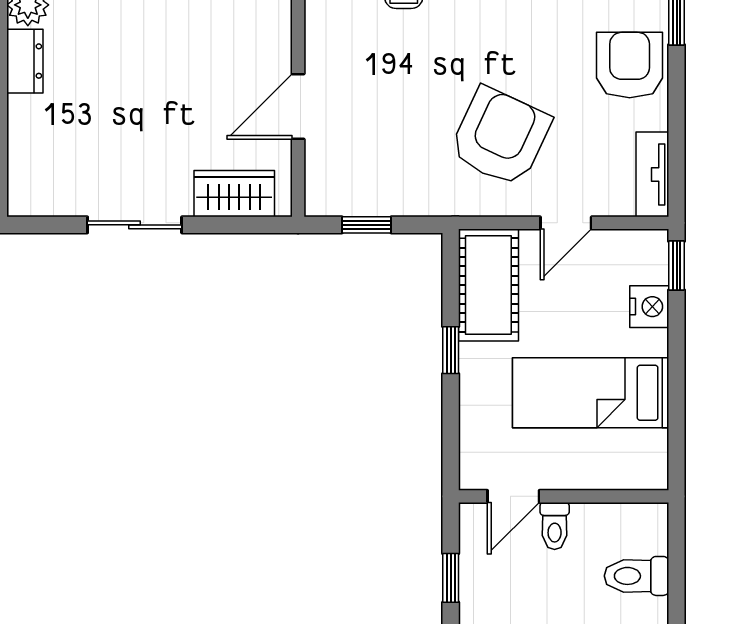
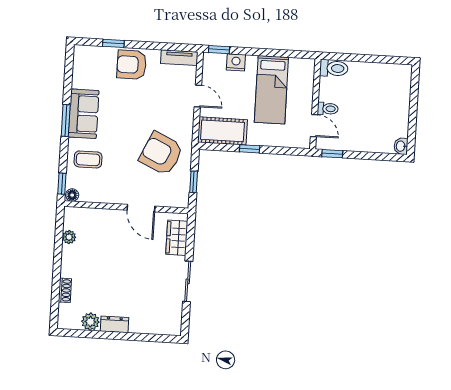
armchair: (500, 137) -> (161, 154), moved
toilet: (636, 576) -> (334, 68), moved, turned -90
window: (451, 578) -> (332, 154), moved

